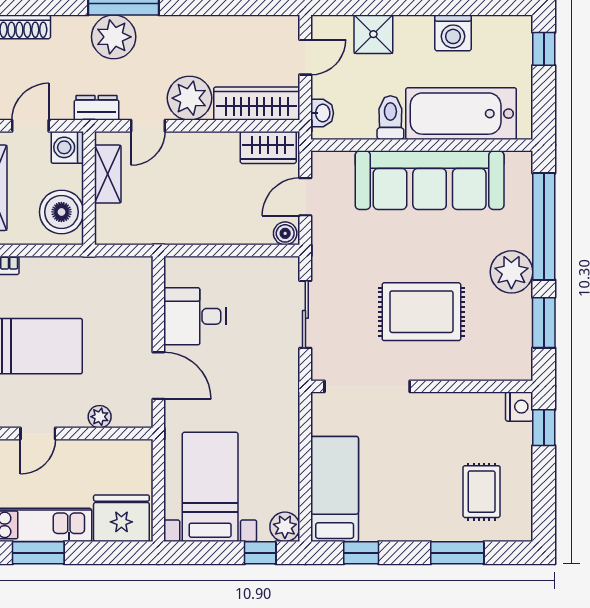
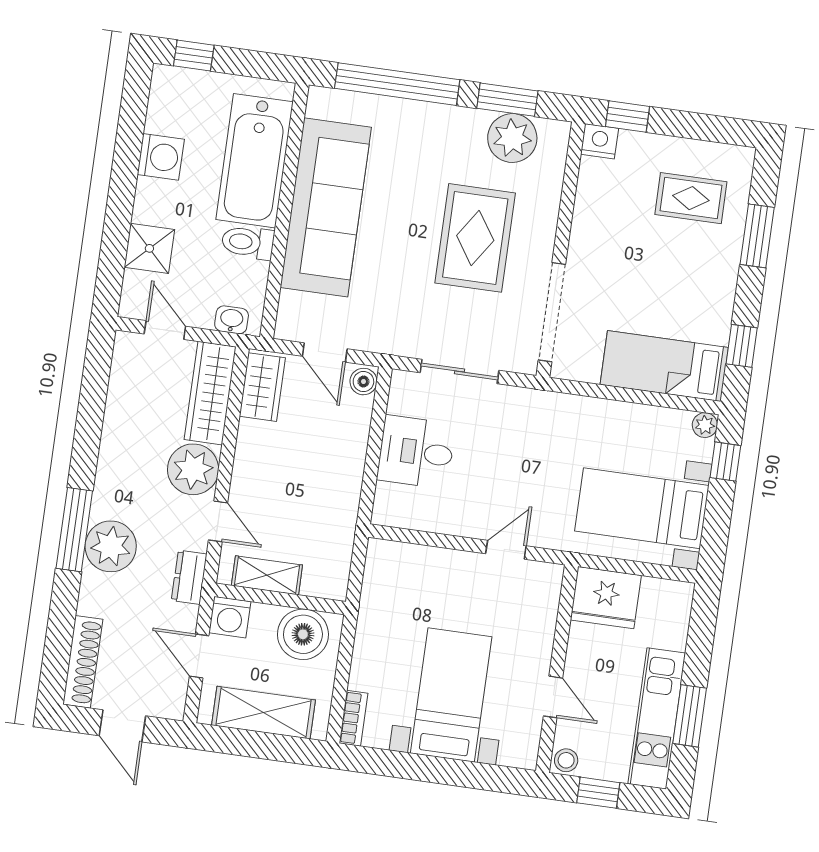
plant: (511, 272) -> (512, 138), moved
desk: (195, 316) -> (416, 452), moved, turned 90
door: (158, 376) -> (506, 550), width x0.73
plant: (100, 417) -> (544, 624), removed
fridge: (121, 518) -> (606, 598), moved, turned -90
plant: (285, 527) -> (705, 425), width x0.73, depth x0.73

